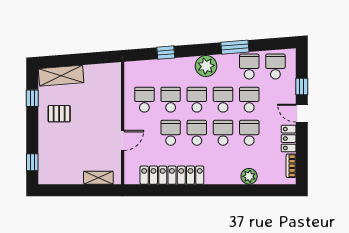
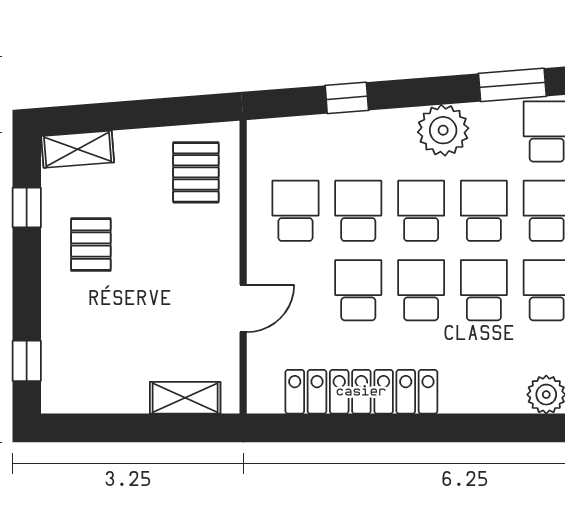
shelving: (61, 76) -> (78, 149), width x0.67, depth x0.75
pallet: (103, 84) -> (196, 172), added
pallet: (59, 114) -> (91, 245), turned 90

